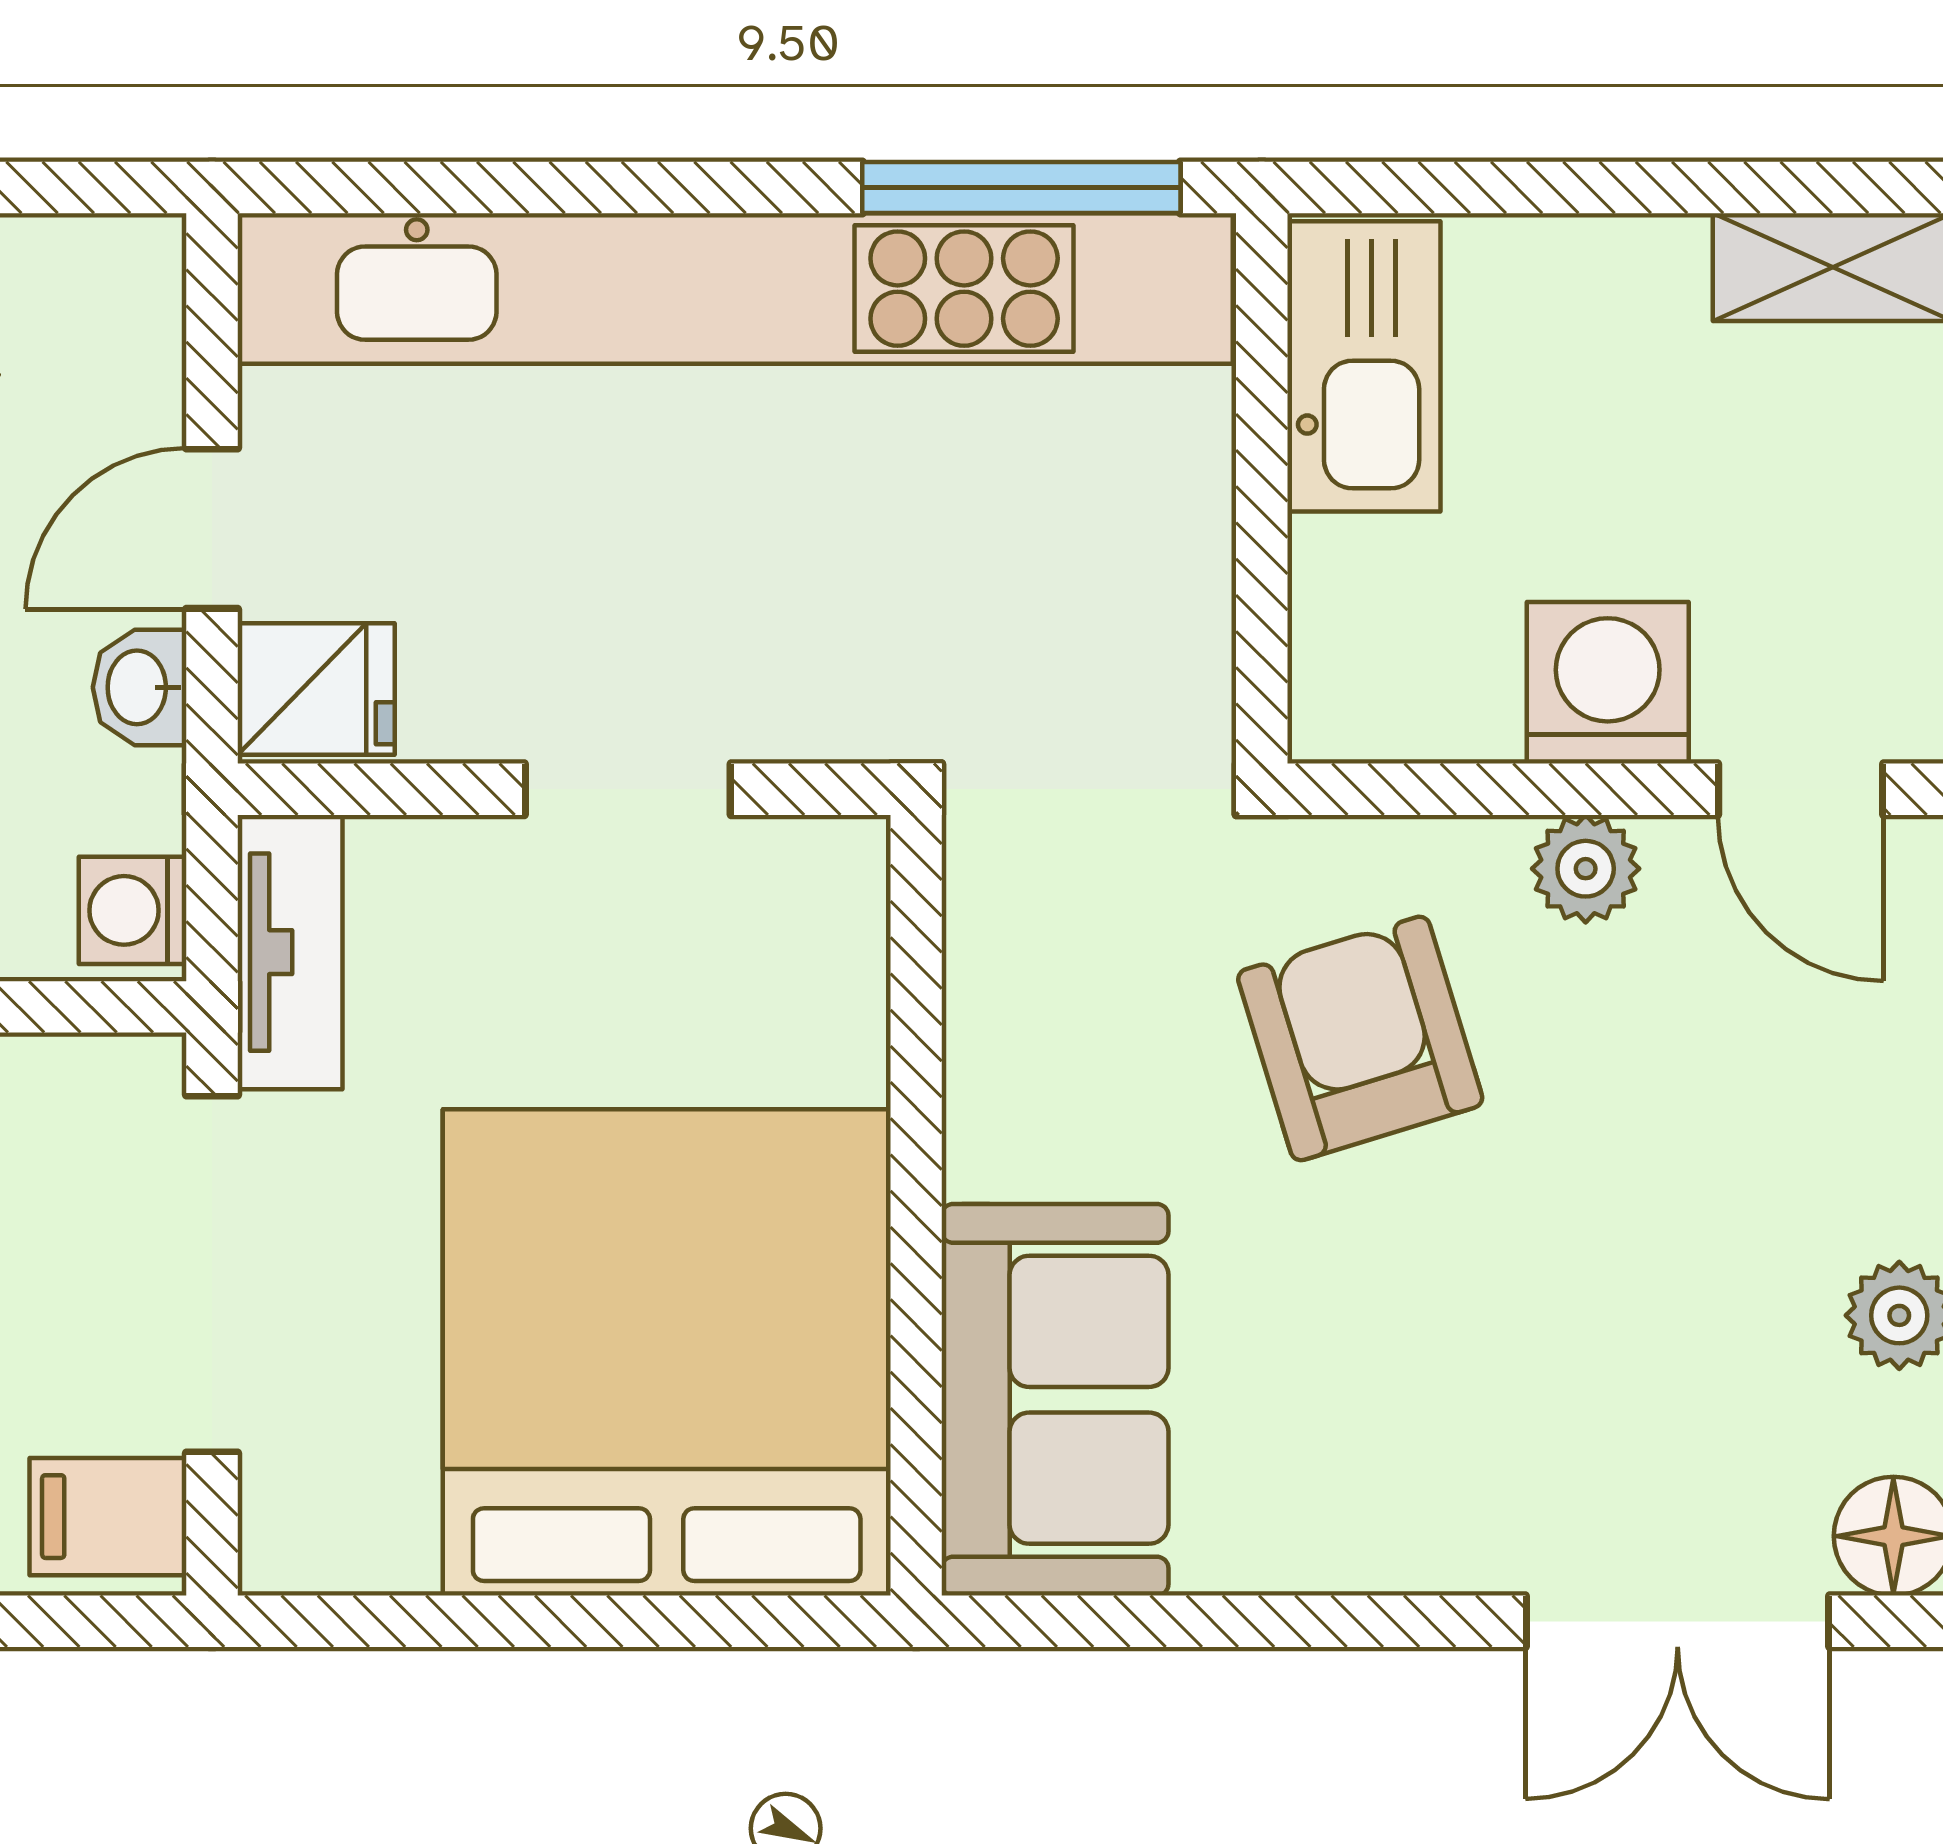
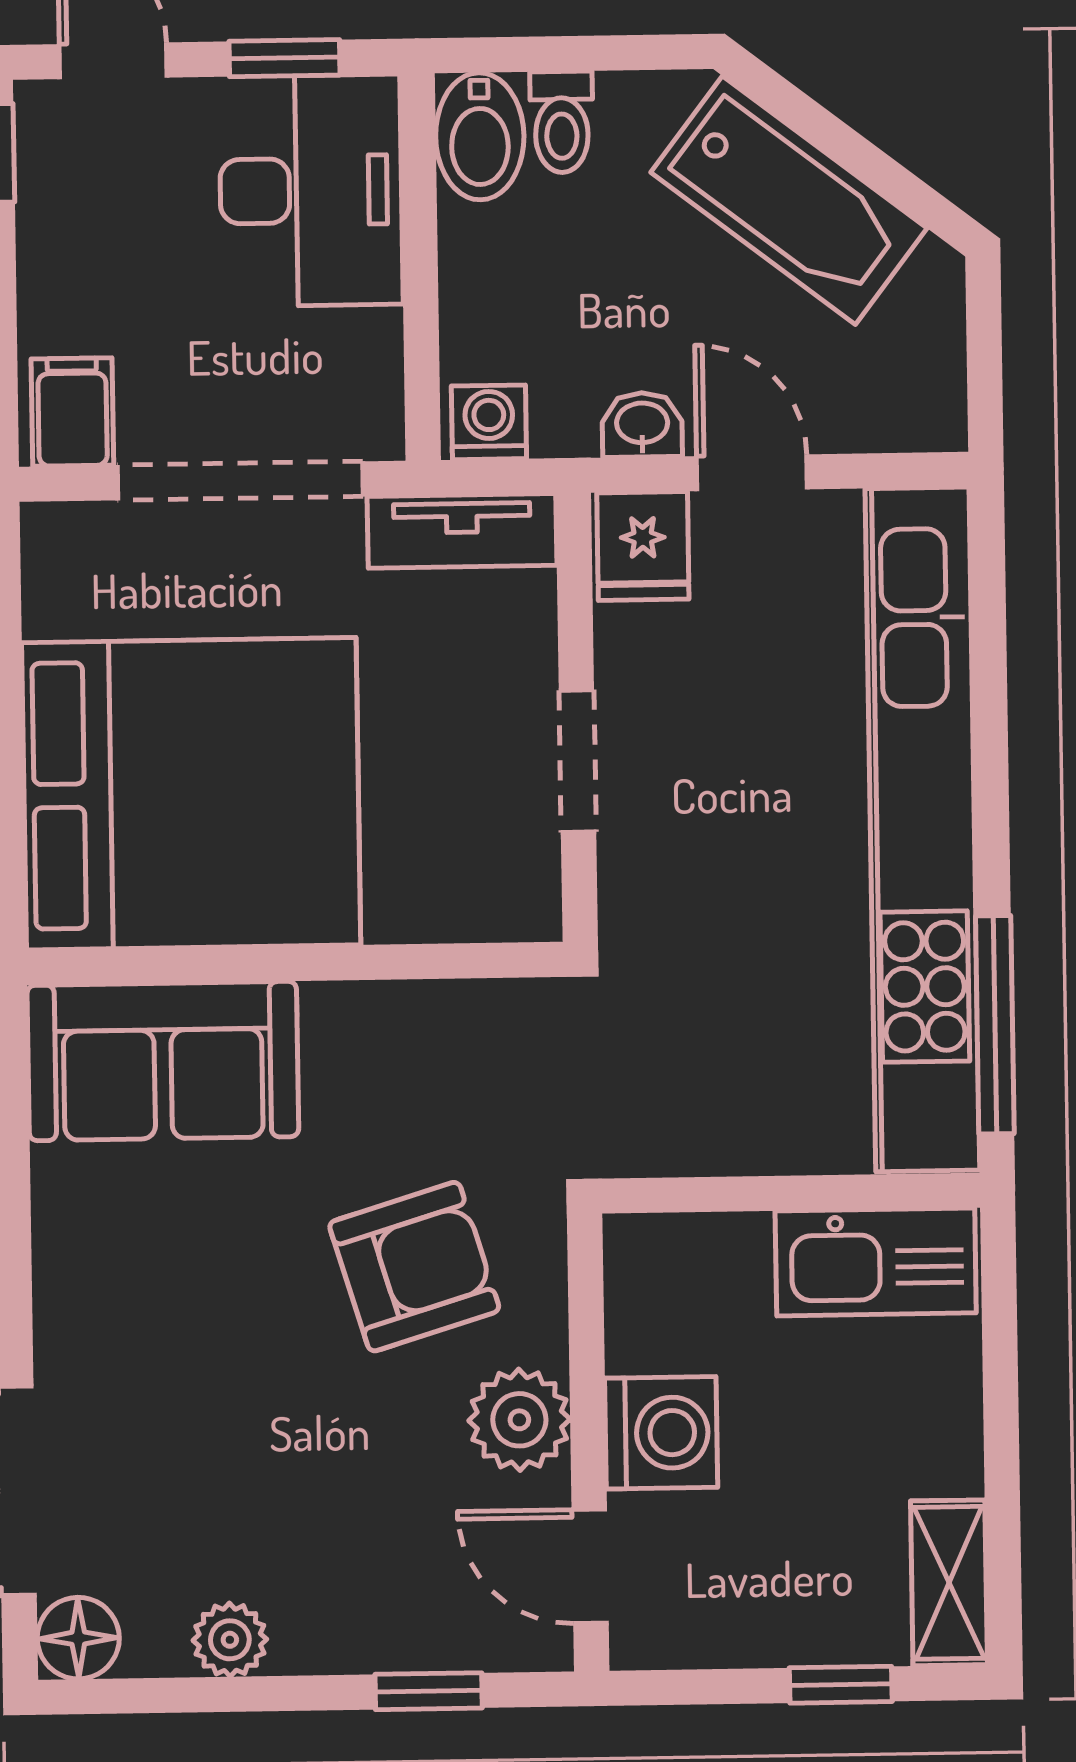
door: (1801, 789) -> (590, 1566), hinge flipped
plant: (1586, 869) -> (519, 1420), width x1.38, depth x1.38

